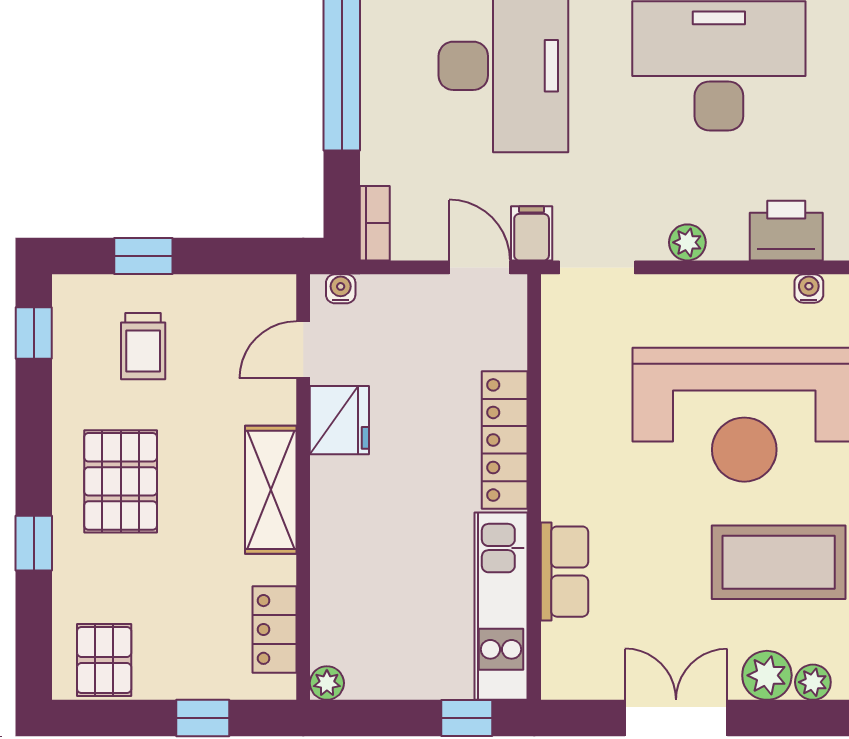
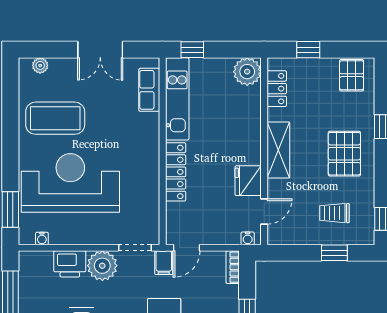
printer: (786, 231) -> (70, 264), moved
plant: (687, 242) -> (102, 266), width x1.87, depth x1.87
door: (480, 267) -> (187, 248), hinge flipped
trolley: (143, 346) -> (334, 213), turned -90
row of seats: (564, 572) -> (149, 90), moved
plant: (767, 675) -> (60, 68), removed
plant: (327, 683) -> (247, 72), width x1.87, depth x1.87

